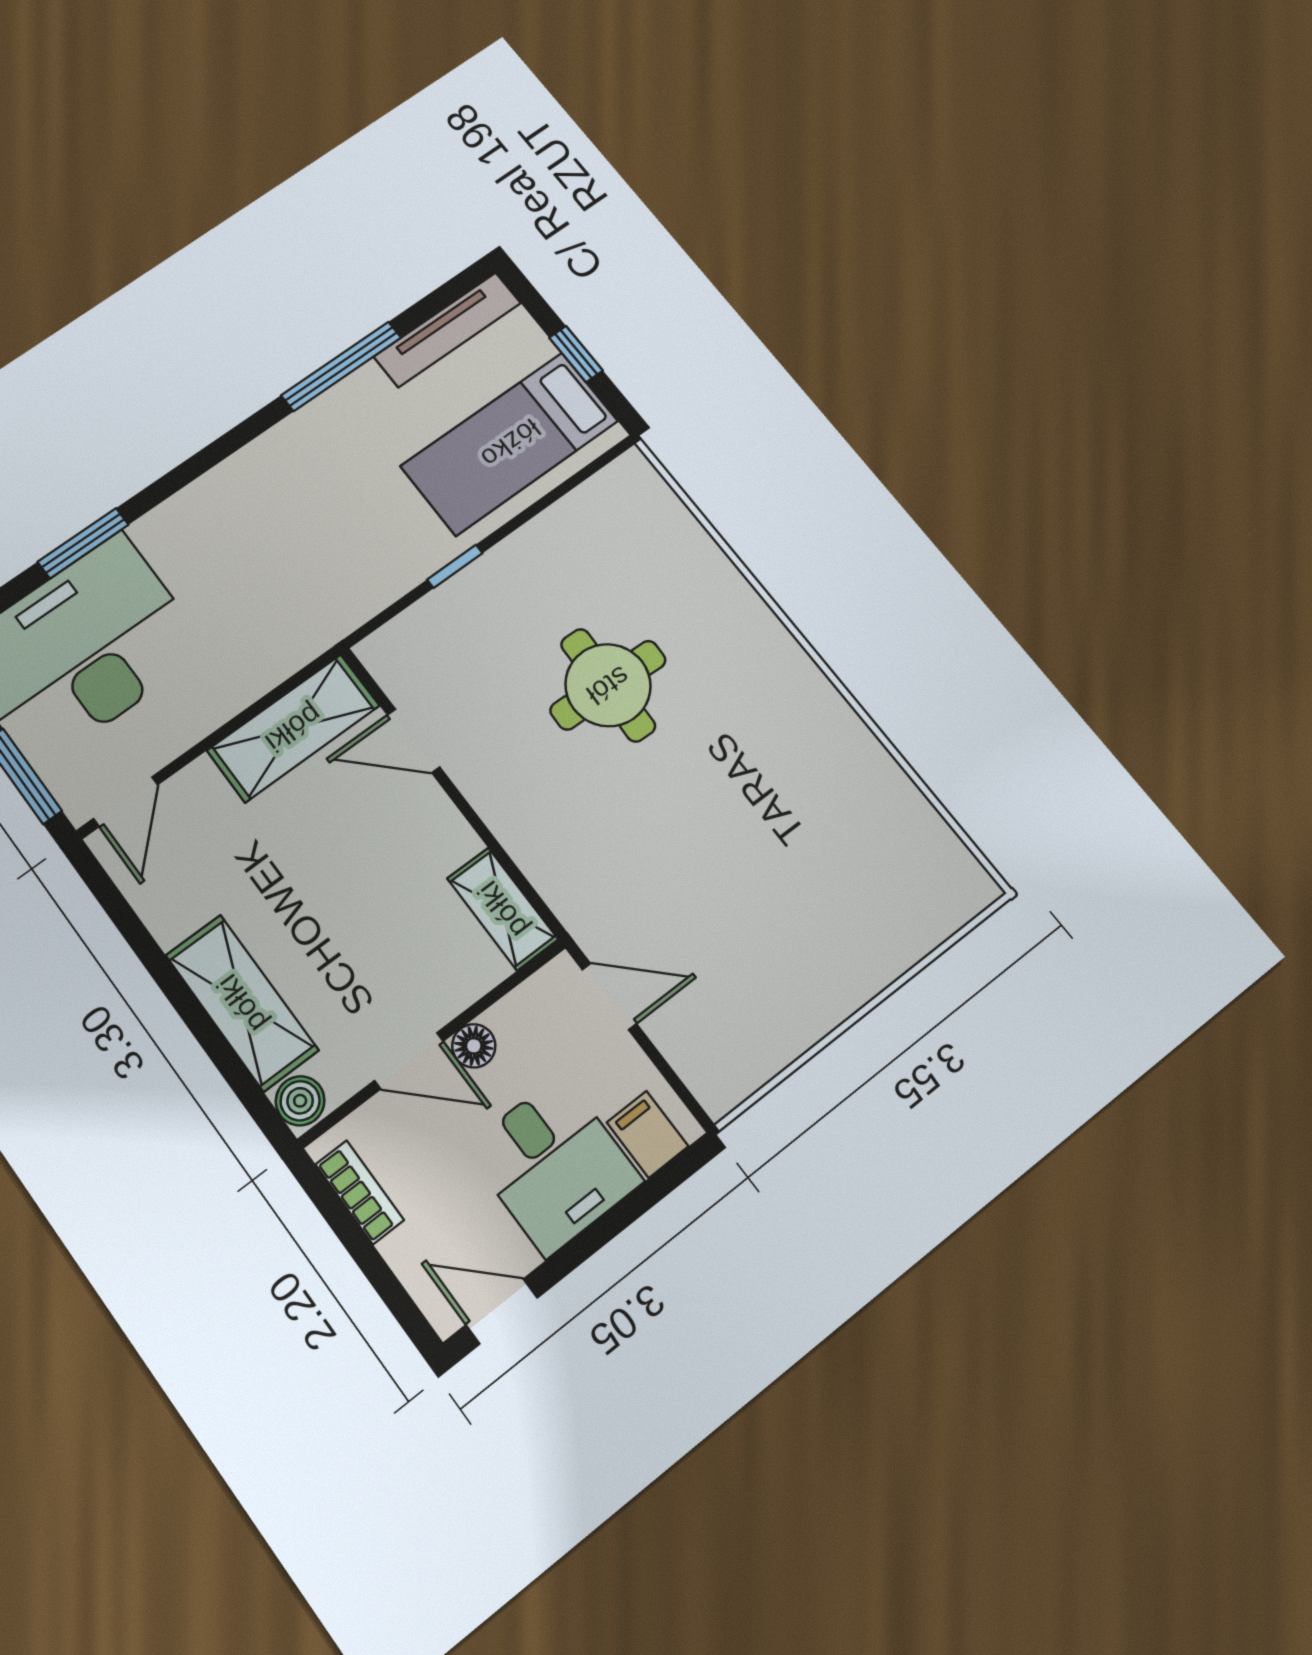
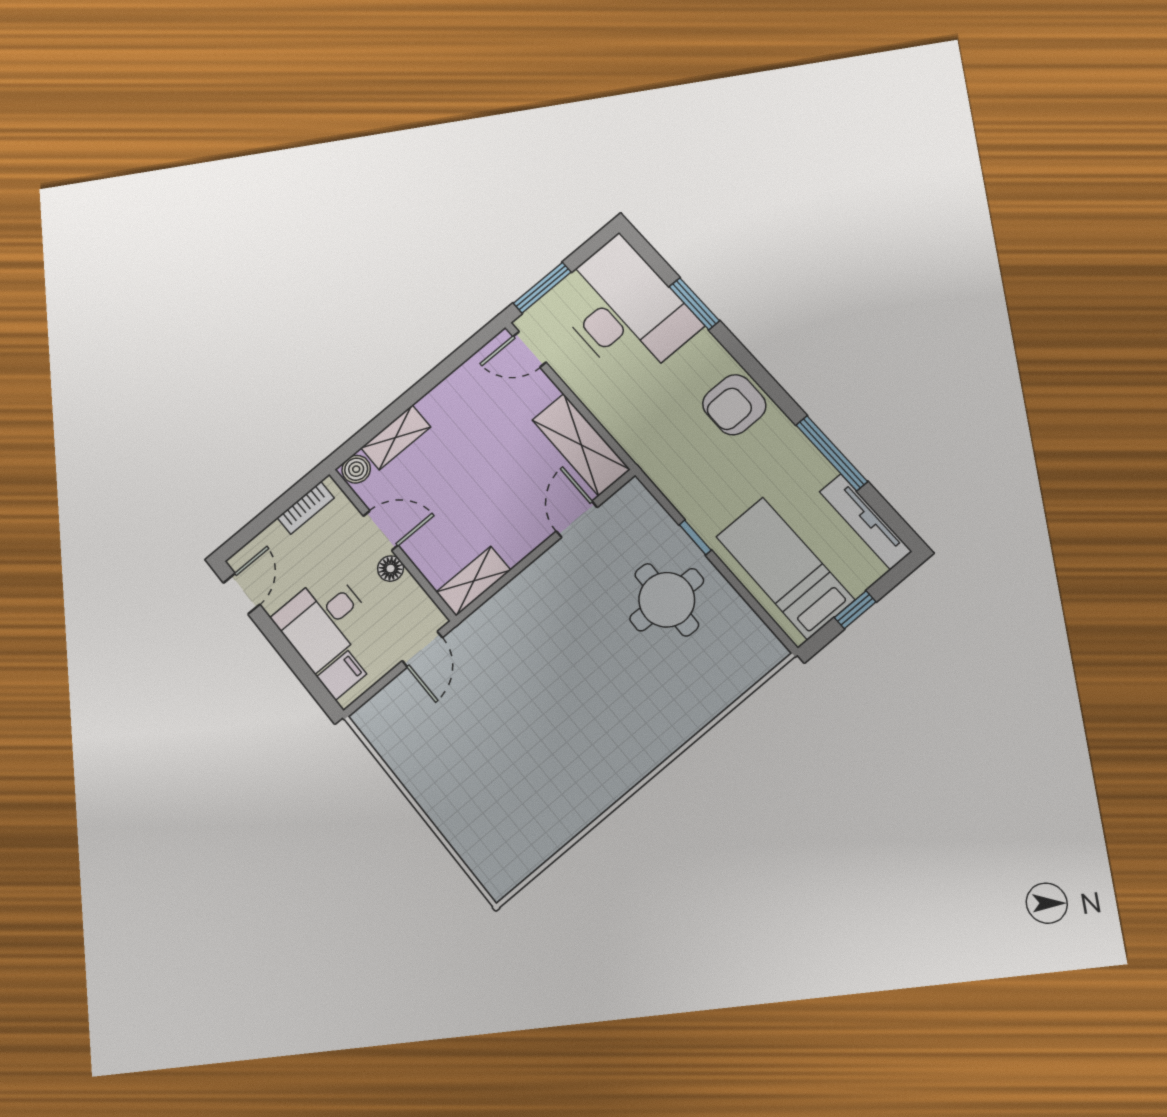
armchair: (253, 496) -> (734, 405), added
round table: (608, 685) -> (667, 600), moved
shelving: (242, 1003) -> (396, 437), width x0.67, depth x0.75
door: (409, 1061) -> (381, 531), swing flipped

